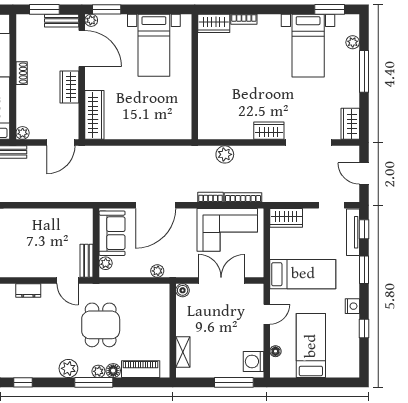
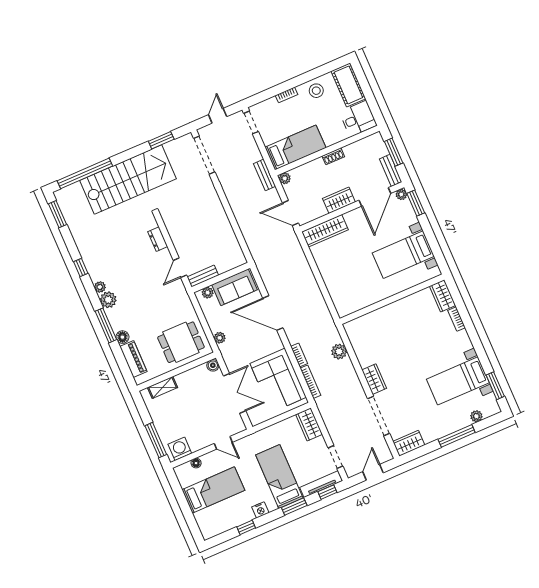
bed: (303, 274) -> (279, 476), moved, turned 180
dining table: (101, 325) -> (181, 342), moved
plant: (98, 371) -> (100, 287), moved

